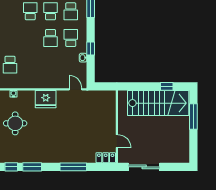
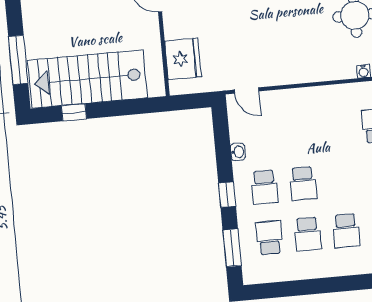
school desk: (50, 38) -> (303, 183), turned 180
window: (91, 48) -> (227, 195), moved
fridge: (46, 99) -> (183, 59), moved, turned 90

